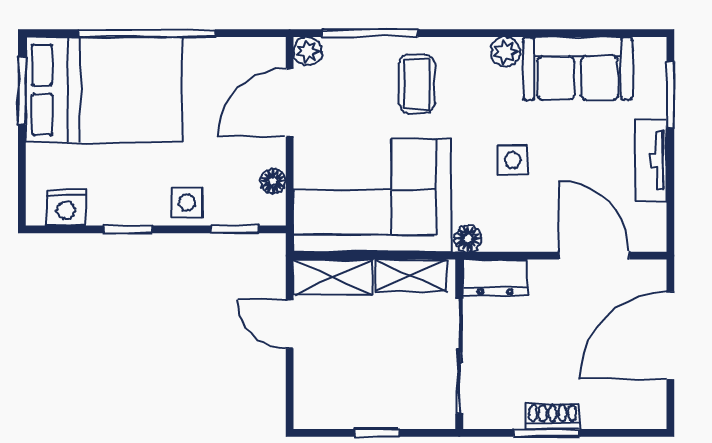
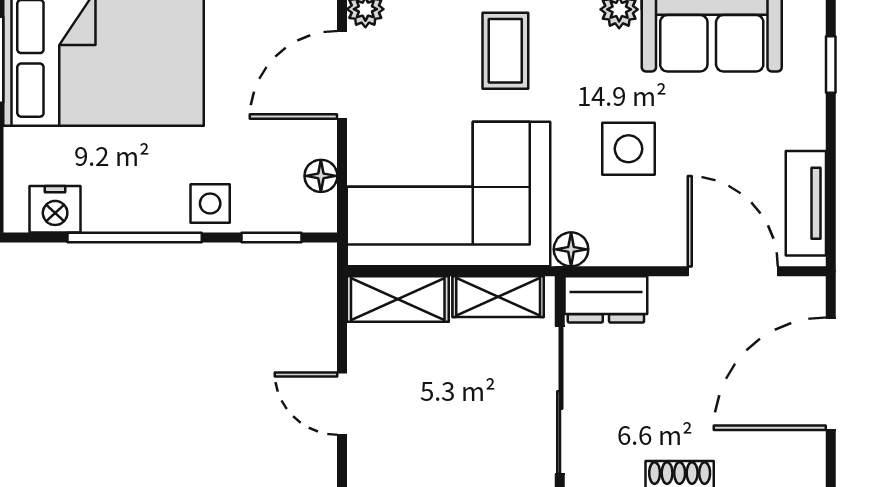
window: (670, 95) -> (831, 65), width x0.67
side table: (513, 160) -> (628, 149), width x1.37, depth x1.37
tv unit: (651, 160) -> (806, 203), moved
window: (128, 229) -> (135, 237), width x2.17
door: (290, 324) -> (342, 404), moved

